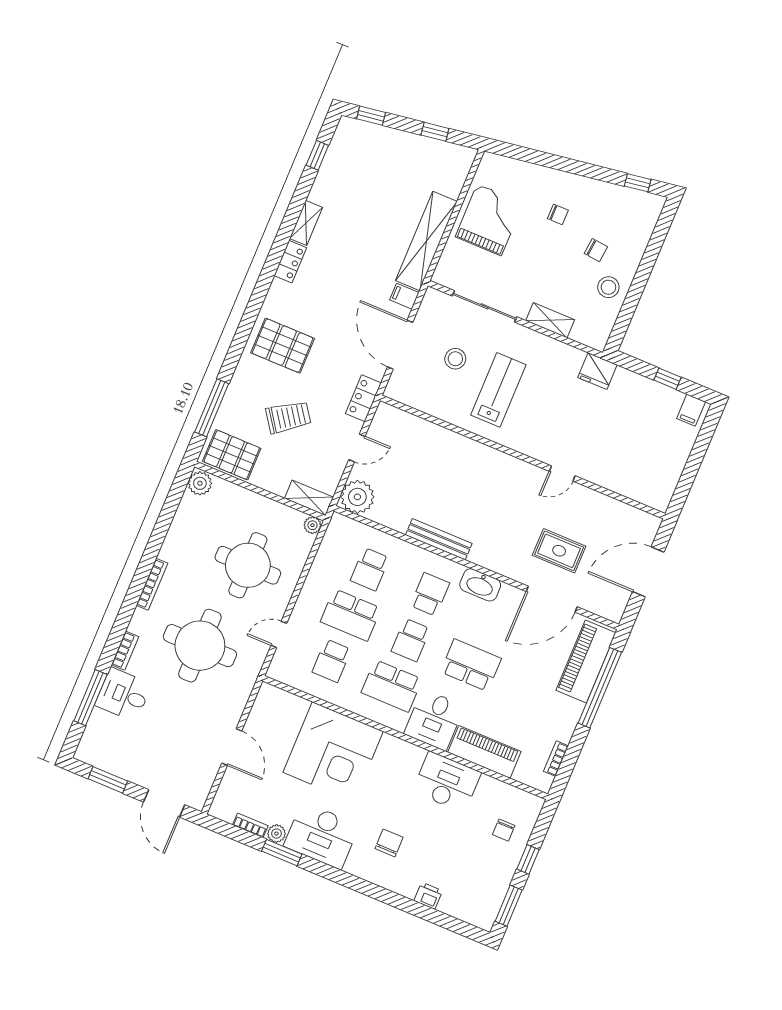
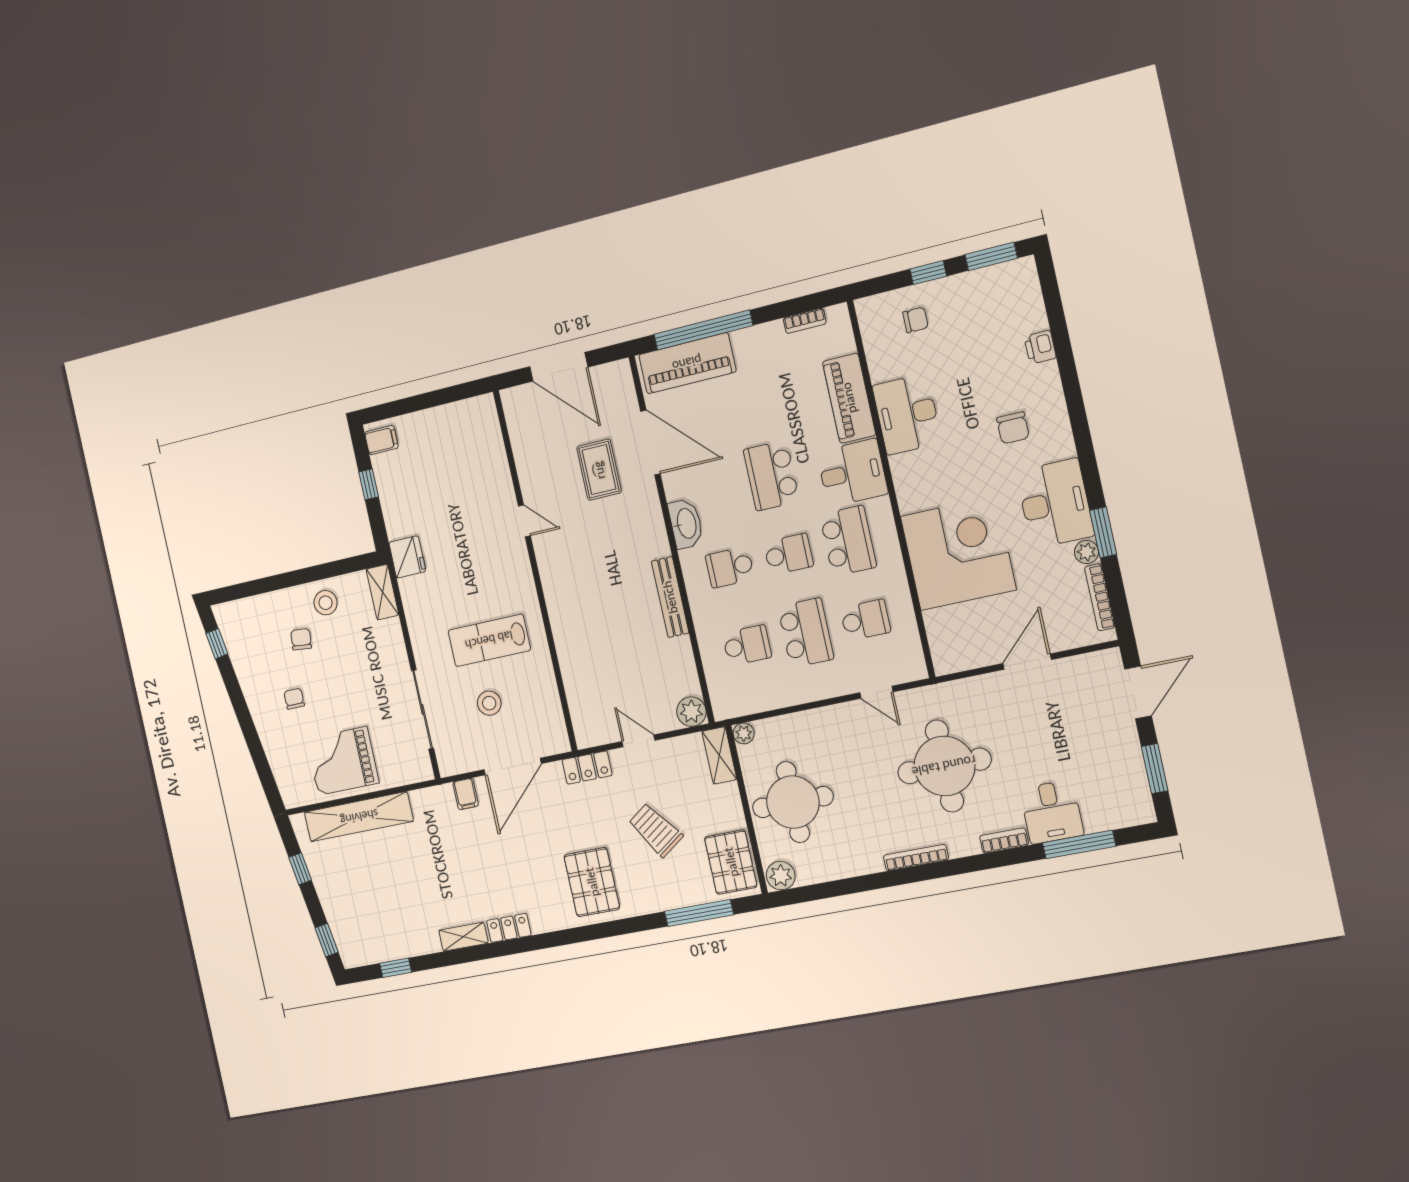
shelving: (426, 241) -> (359, 817), moved
shelving: (550, 320) -> (382, 592), moved
plant: (357, 497) -> (691, 712), width x0.73, depth x0.73
round table: (248, 565) -> (793, 802), moved
bookcase: (250, 825) -> (1100, 597), width x1.56
chair: (389, 843) -> (1013, 428), turned -90

